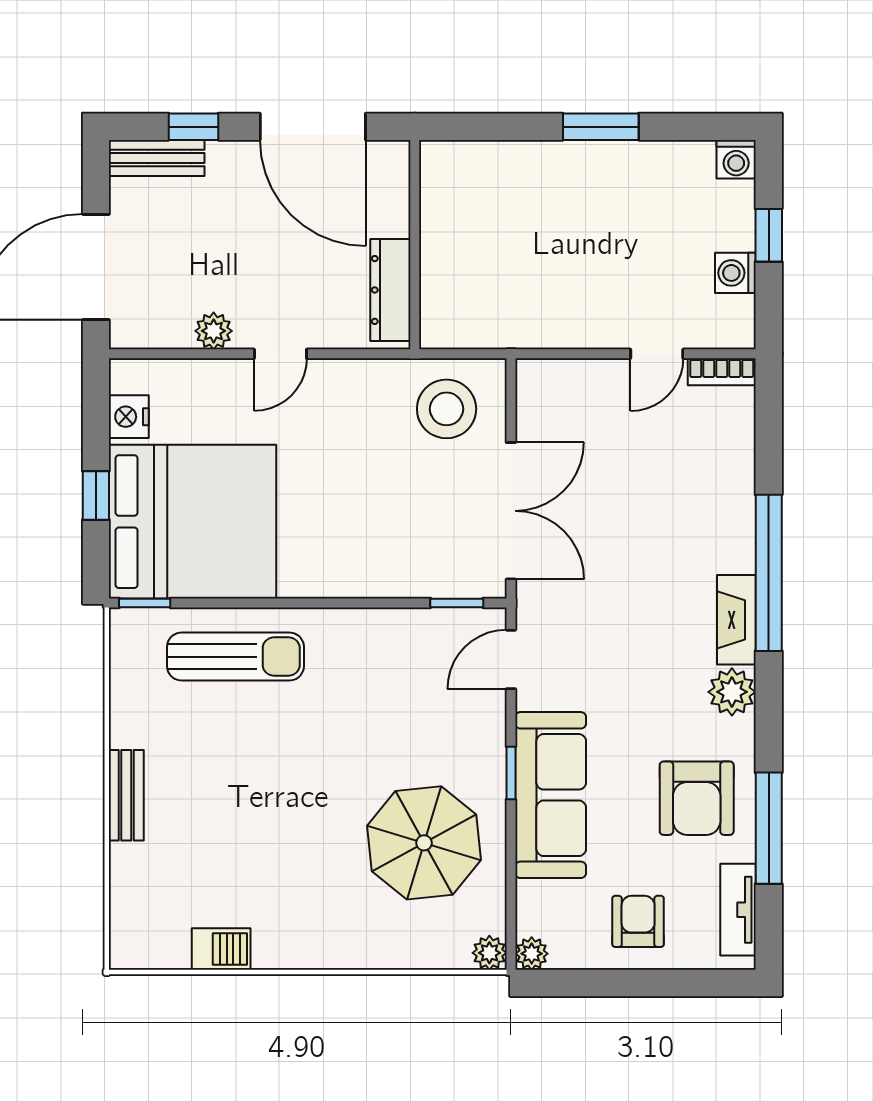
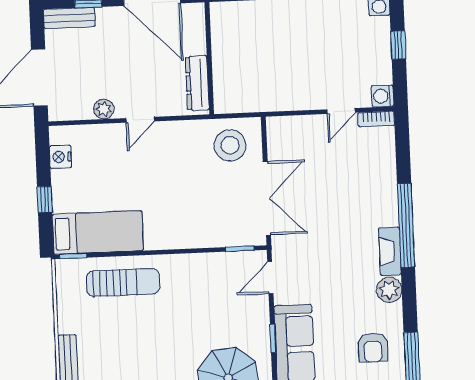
washing machine: (735, 273) -> (383, 96), moved
bed: (193, 522) -> (98, 232), width x0.49
armchair: (697, 798) -> (373, 347), width x0.72, depth x0.72

